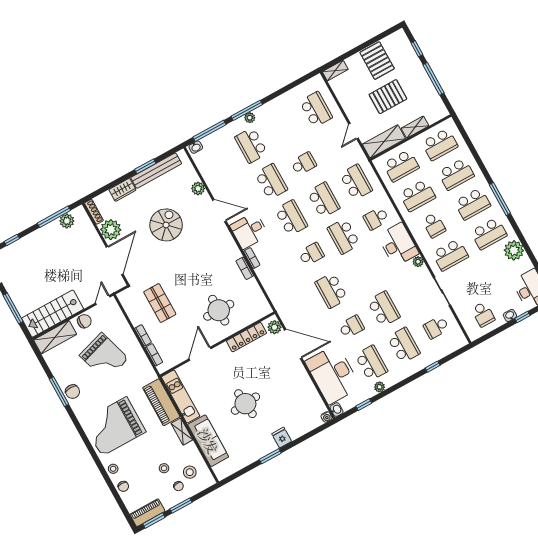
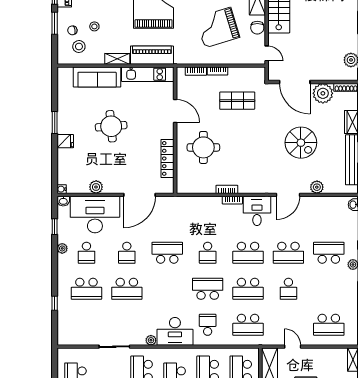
plant: (274, 327) -> (96, 187), moved
school desk: (436, 327) -> (86, 325), removed
school desk: (371, 363) -> (86, 253), width x0.54

